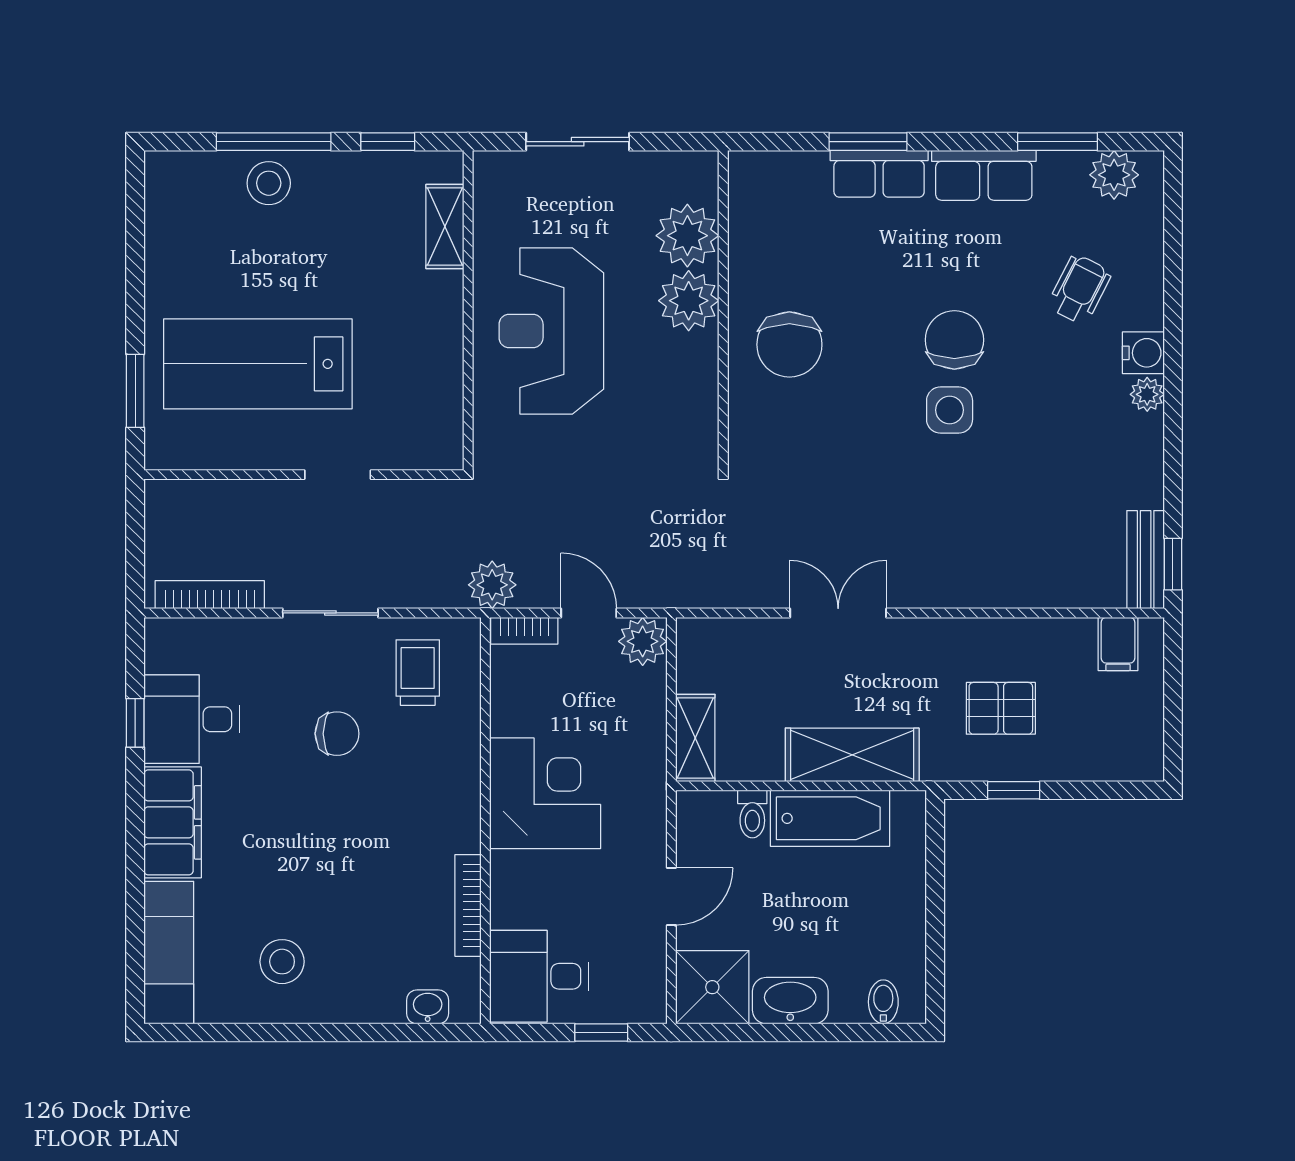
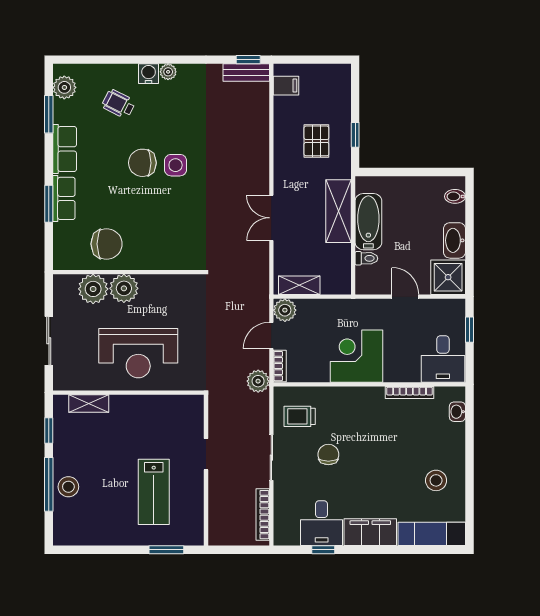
chair: (789, 345) -> (107, 244), moved
lab bench: (258, 364) -> (154, 492), width x0.73, depth x0.72
shelving: (695, 738) -> (299, 285), moved

